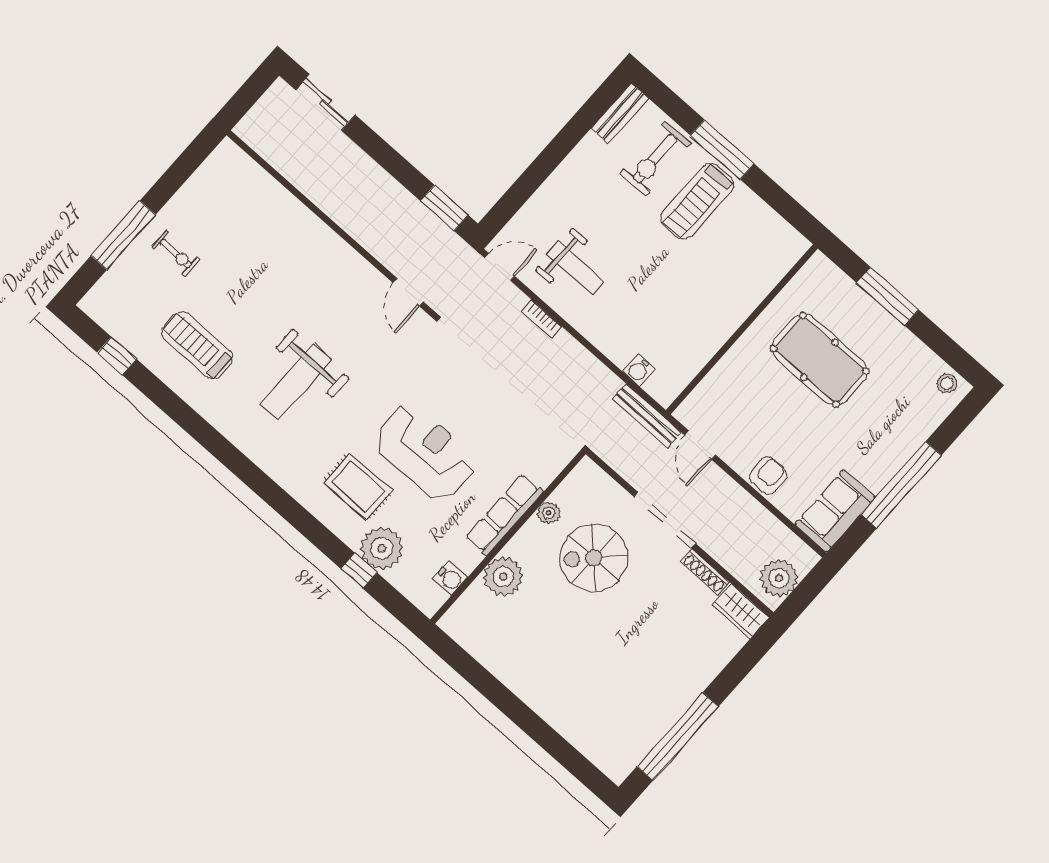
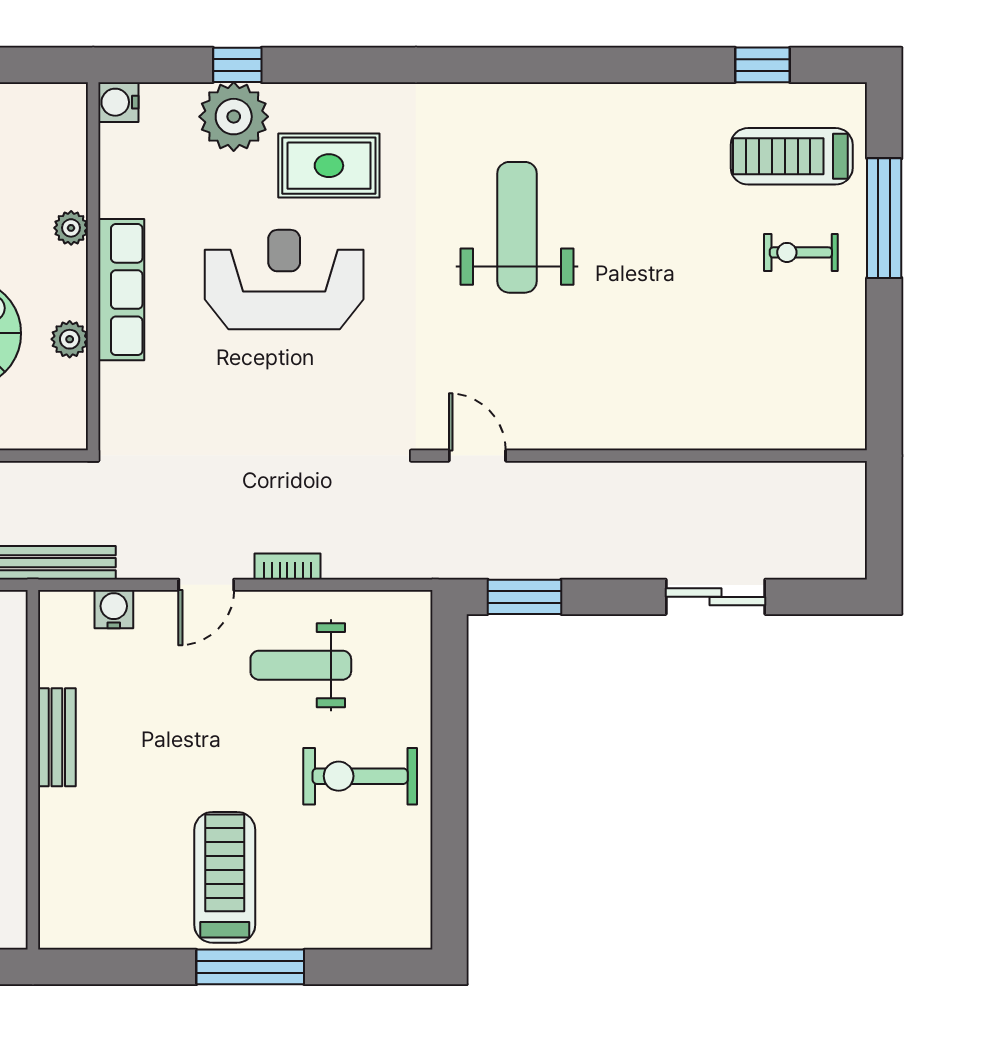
sliding door: (325, 102) -> (715, 597), moved
bench: (620, 113) -> (57, 737), moved
exercise bike: (655, 158) -> (360, 776), moved, turned -89
door: (500, 267) -> (206, 585), moved
treadmill: (197, 345) -> (792, 156), moved, turned 180
reception desk: (425, 453) -> (284, 279), turned 180
plant: (503, 577) -> (71, 228), width x0.53, depth x0.53
water cooler: (450, 578) -> (118, 102), moved

